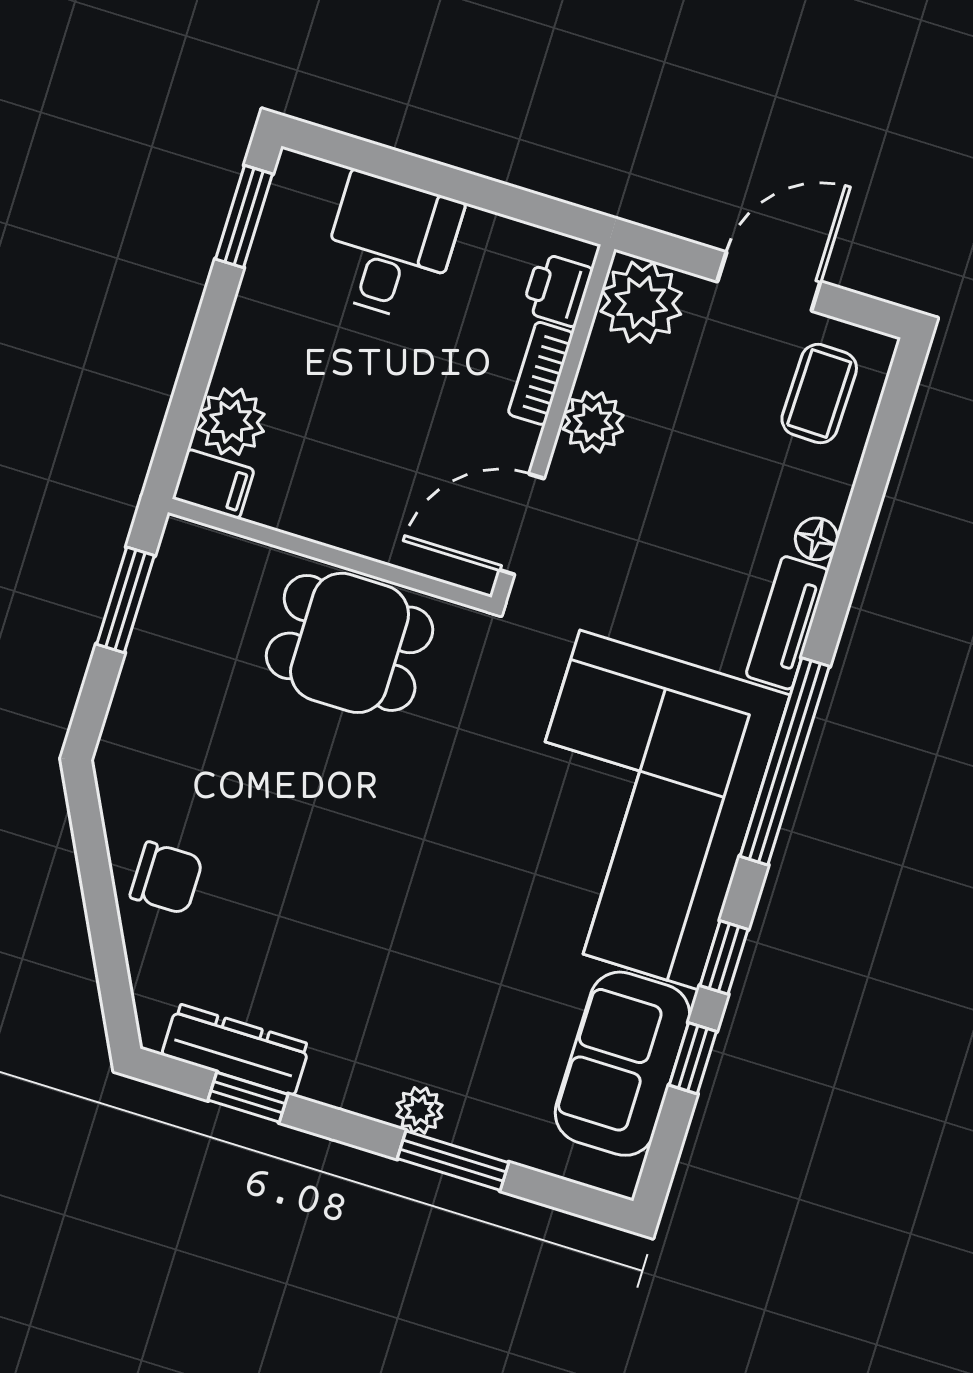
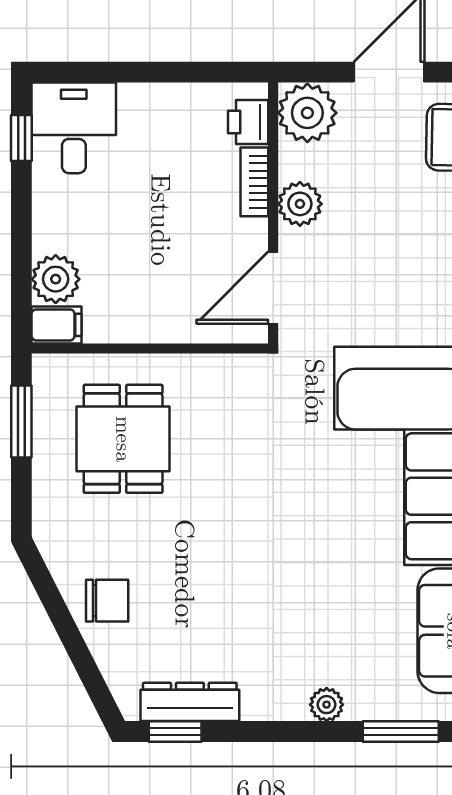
window: (244, 216) -> (21, 138), width x0.67
desk: (390, 247) -> (74, 128), moved
dining table: (350, 643) -> (123, 439), moved, turned 90
window: (248, 1097) -> (175, 731), moved
window: (453, 1161) -> (401, 731), moved

